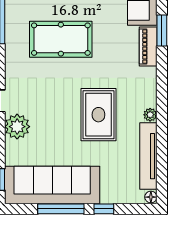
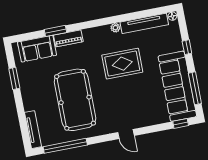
pool table: (61, 39) -> (75, 100), width x1.36, depth x1.32
plant: (17, 127) -> (141, 118), removed
window: (61, 209) -> (195, 88), moved

